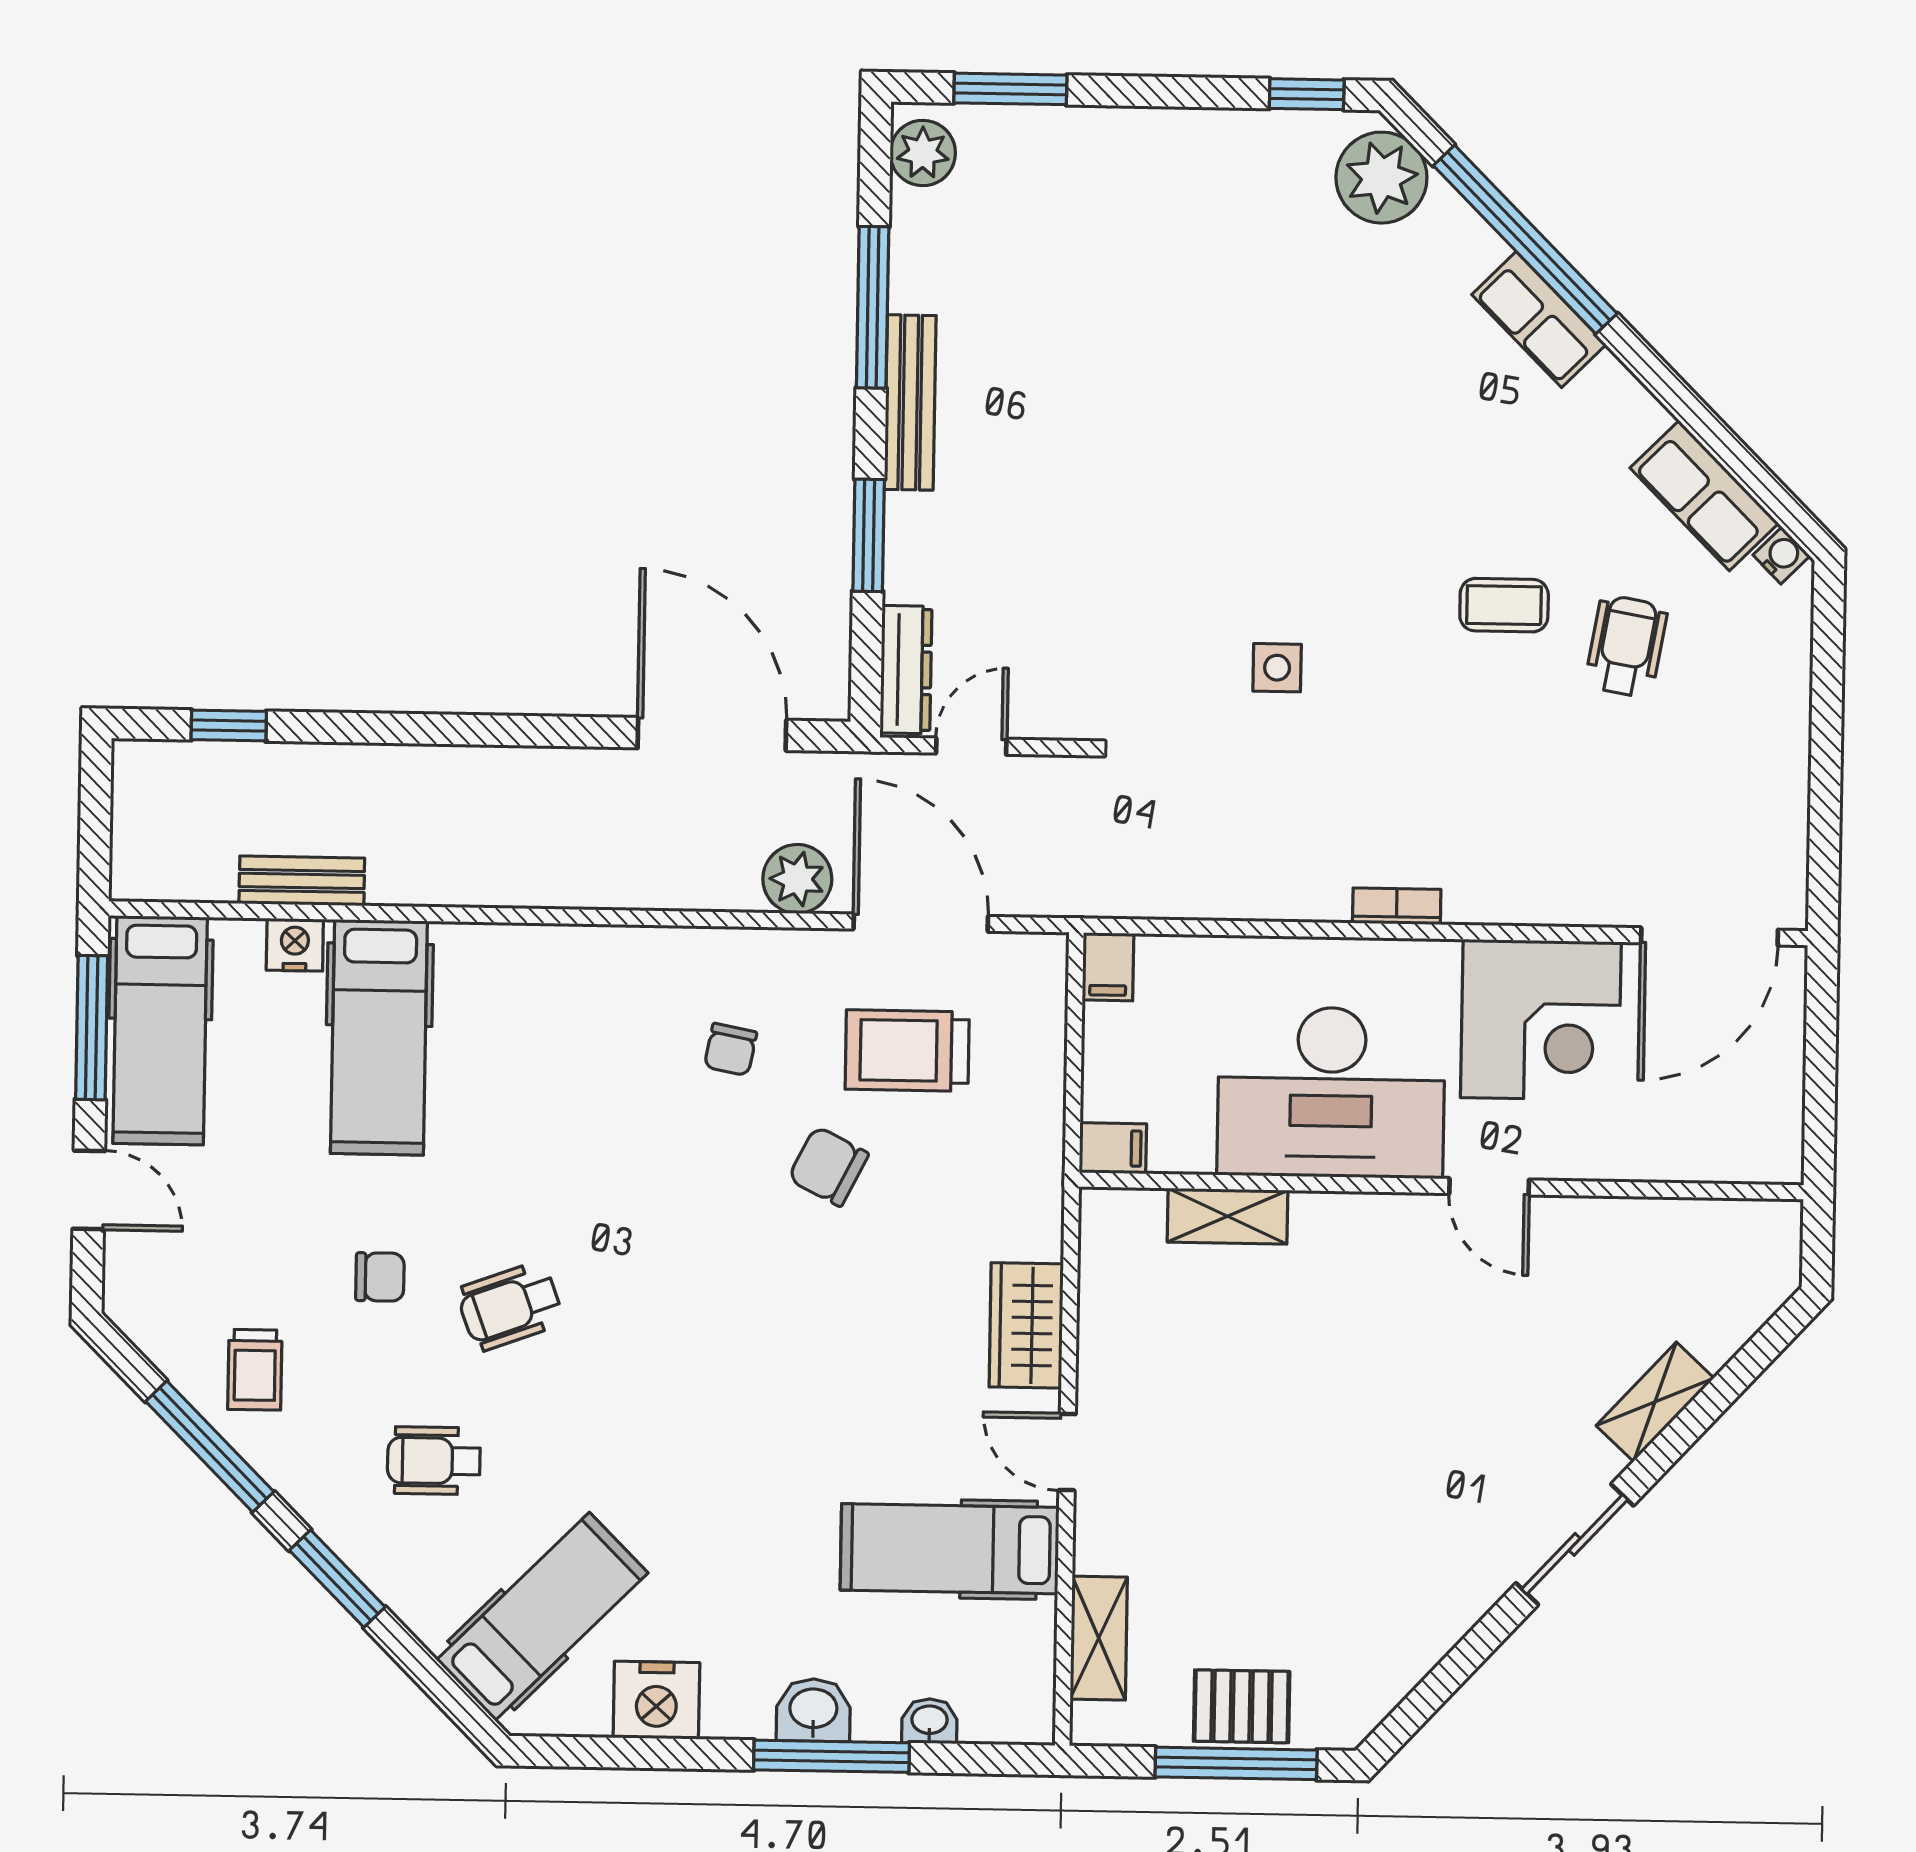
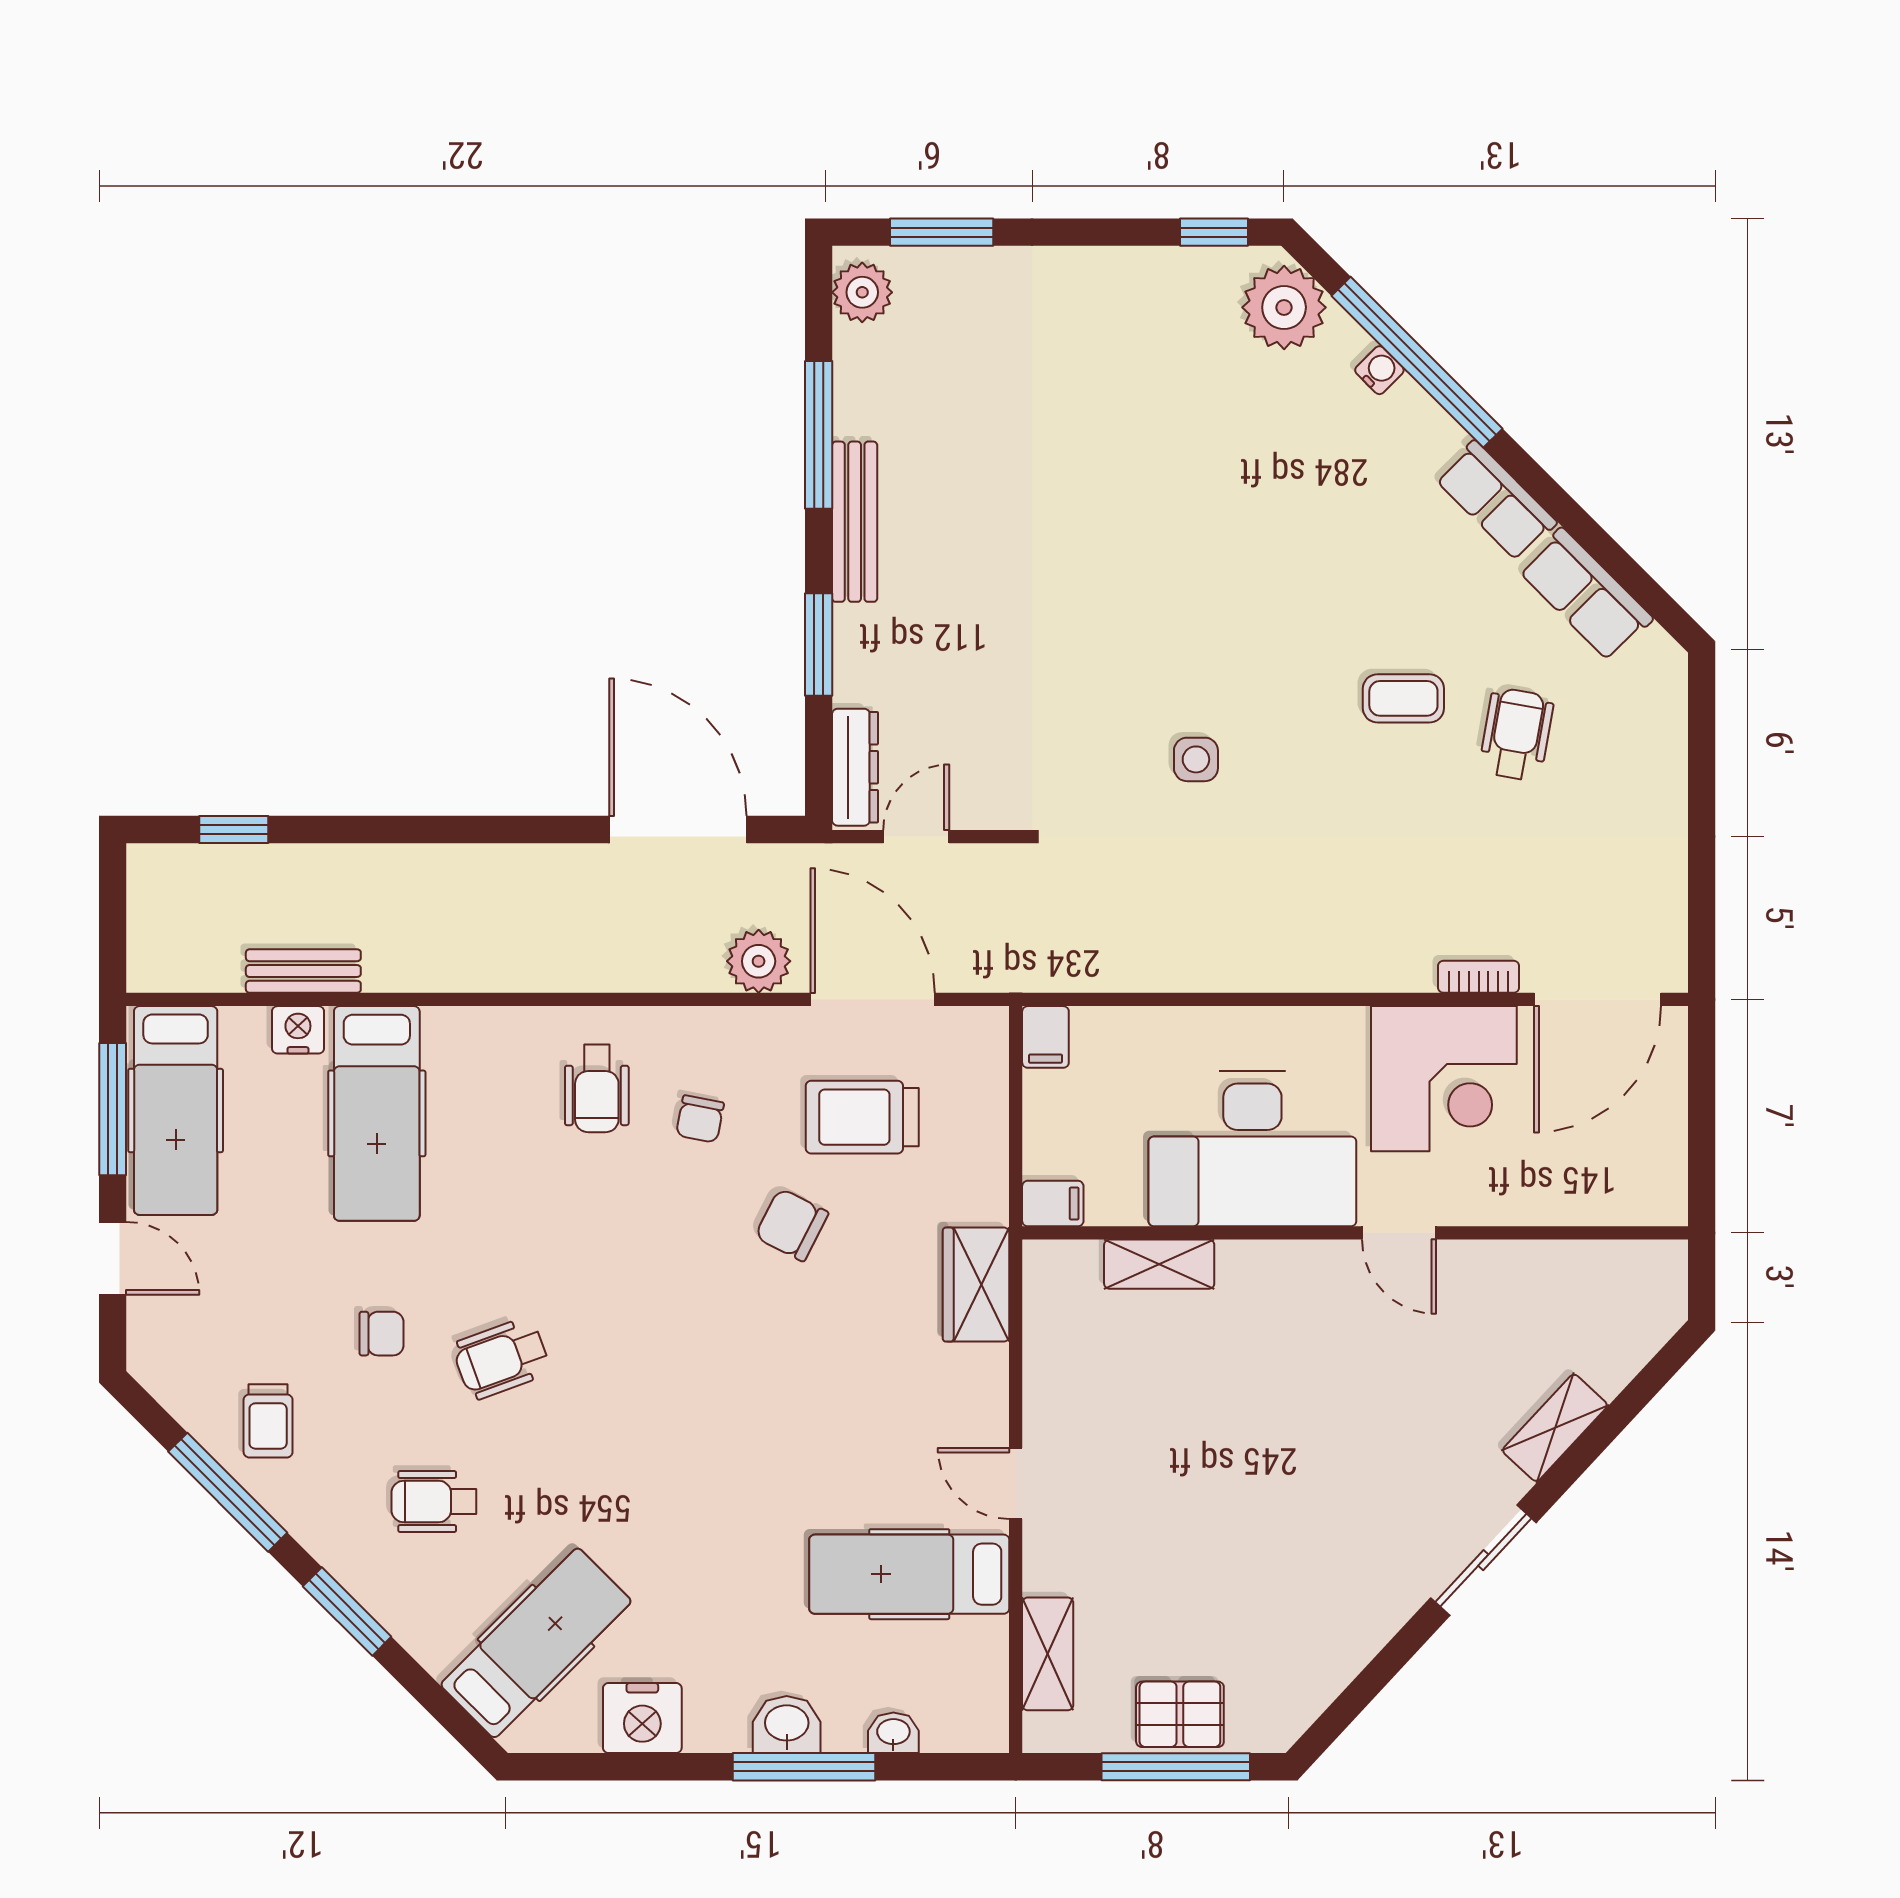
row of seats: (1539, 320) -> (1496, 501), moved
water cooler: (1781, 555) -> (1379, 370), moved
bookcase: (1397, 906) -> (1479, 977), moved
wheelchair: (619, 1014) -> (597, 1088), added
wardrobe: (1026, 1325) -> (976, 1285), moved

